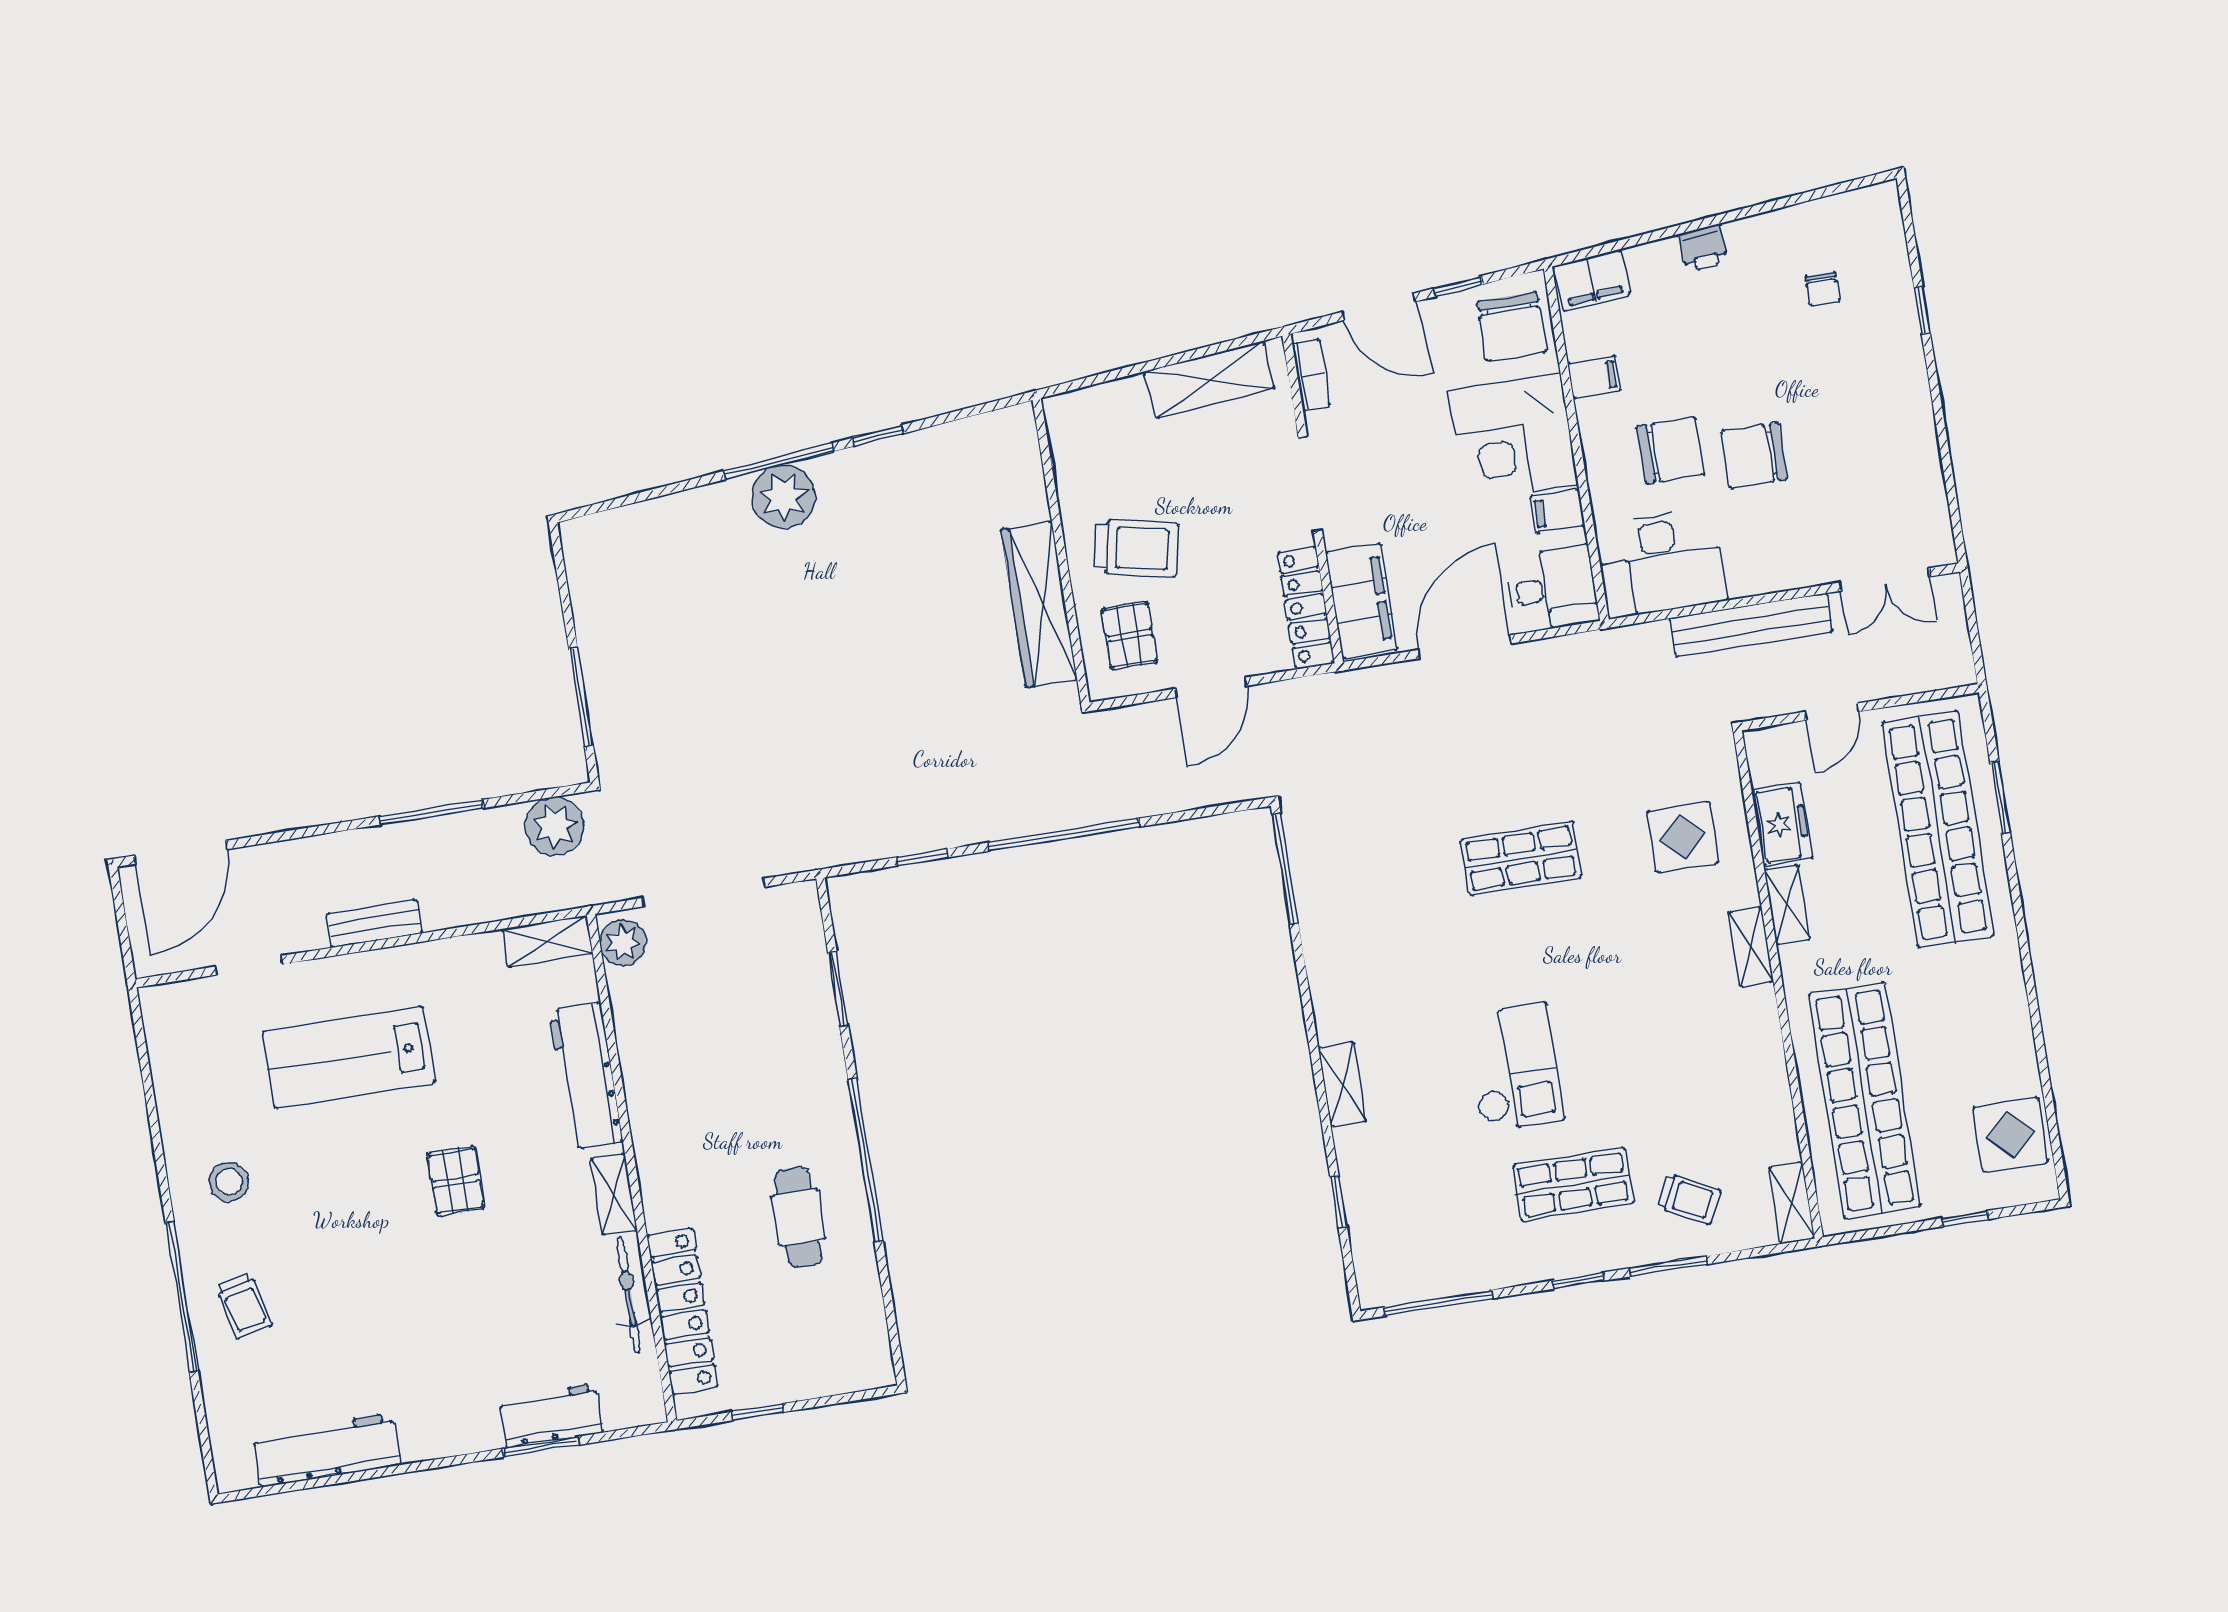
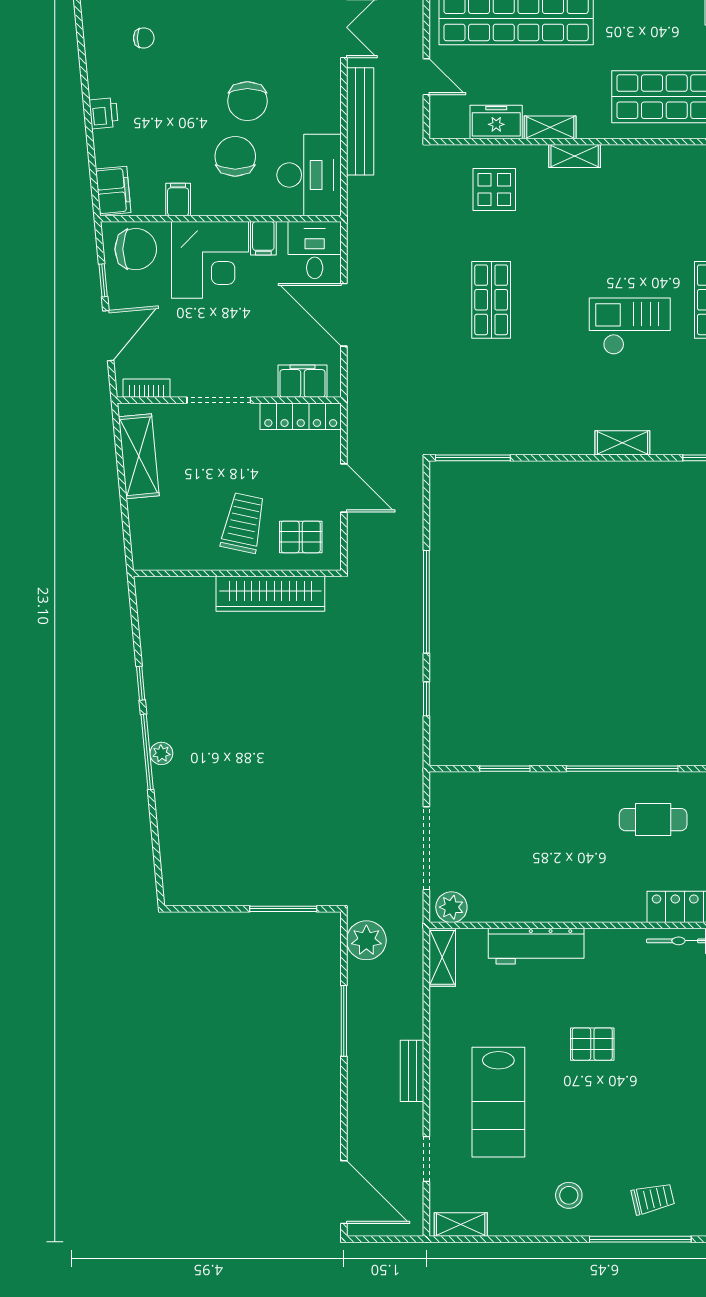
plant: (784, 497) -> (161, 753), width x0.53, depth x0.53
filing cabinet: (1362, 601) -> (302, 381), width x0.67, depth x0.86
shelving: (614, 1194) -> (461, 1224), moved

